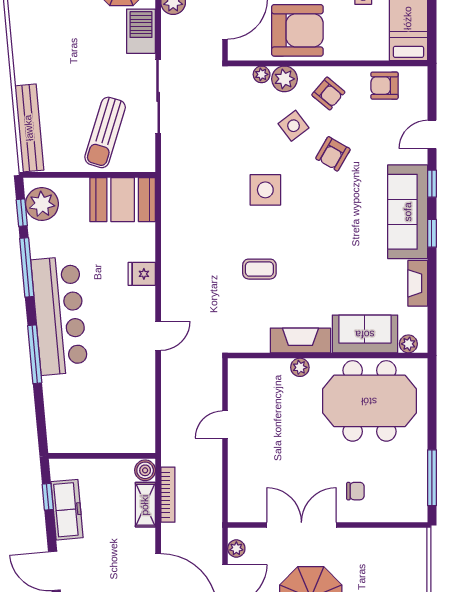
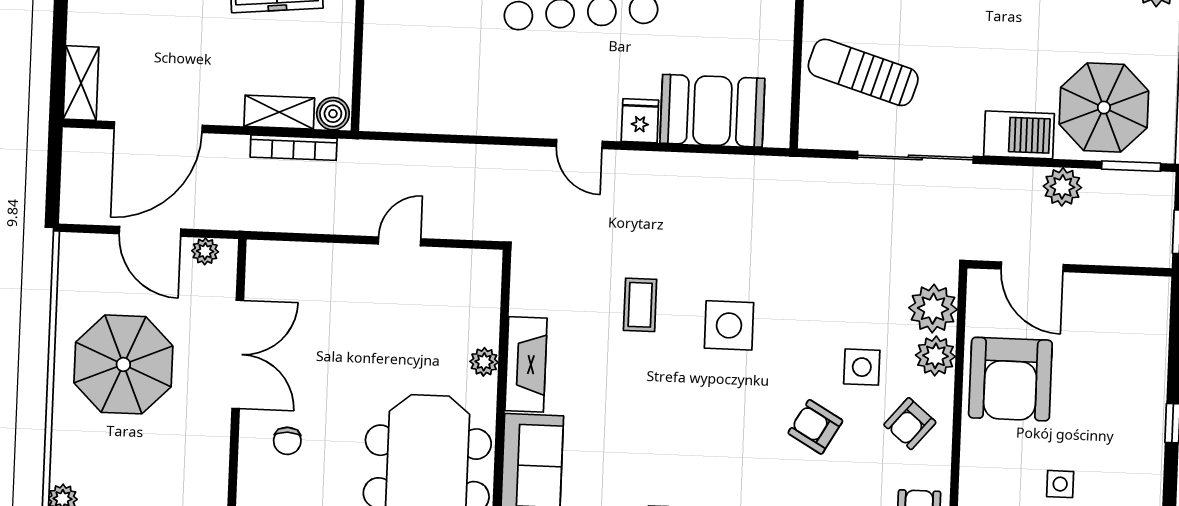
plant: (262, 74) -> (933, 309), width x1.87, depth x1.87
side table: (294, 126) -> (862, 367), turned 37
side table: (265, 190) -> (729, 325), moved
booth: (123, 200) -> (712, 111), moved, turned 90
door: (158, 336) -> (579, 144), moved
door: (225, 424) -> (400, 241), hinge flipped

